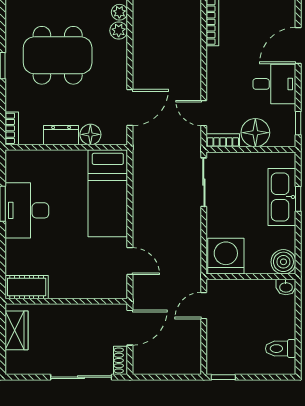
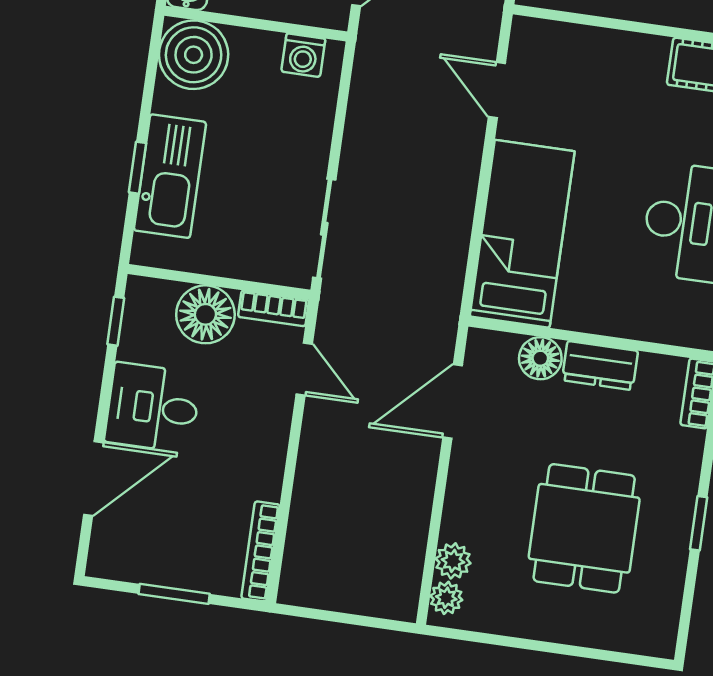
dining table: (58, 55) -> (584, 528), width x0.73
washing machine: (226, 256) -> (303, 55), width x0.53, depth x0.53
boiler: (283, 262) -> (194, 55), width x1.37, depth x1.37

